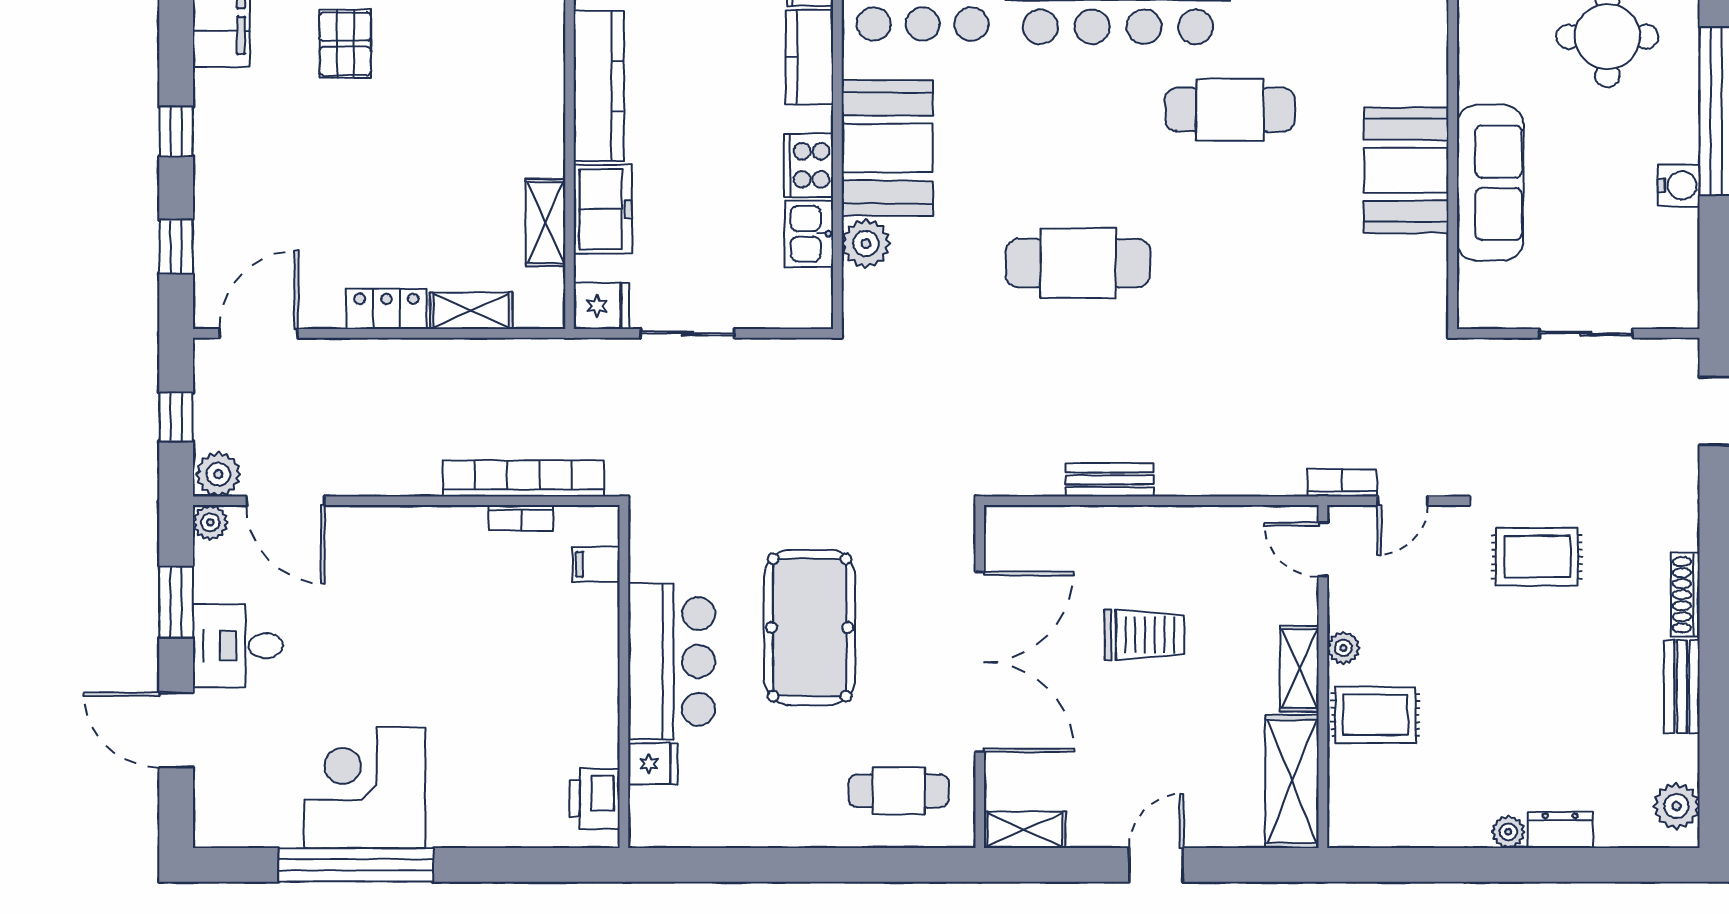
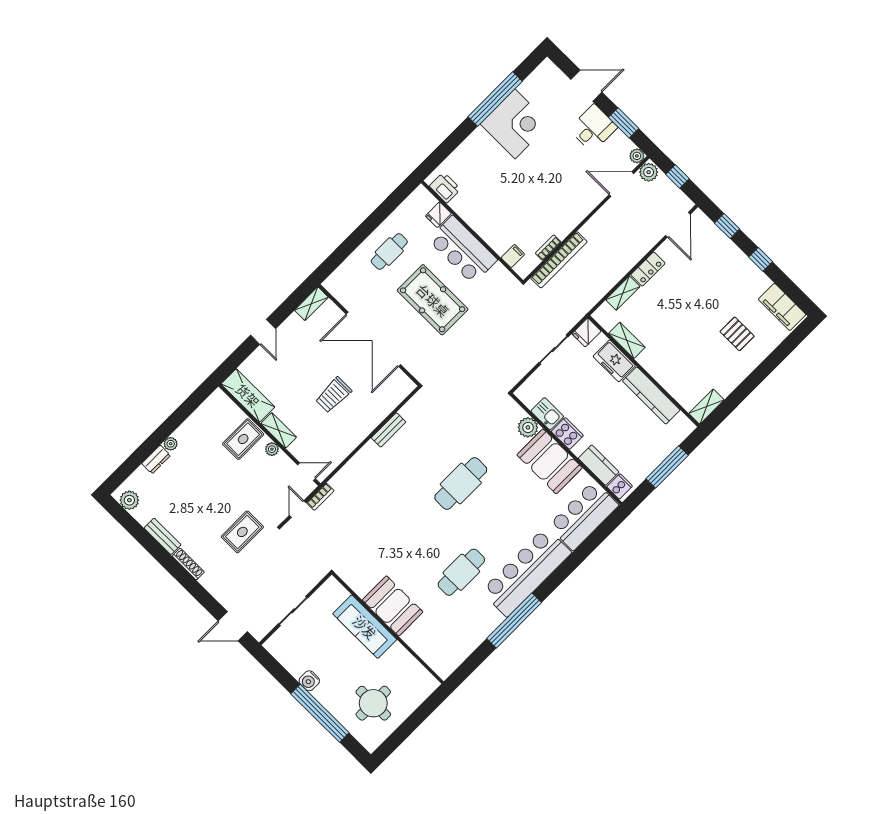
cafe table: (899, 791) -> (389, 252), moved

